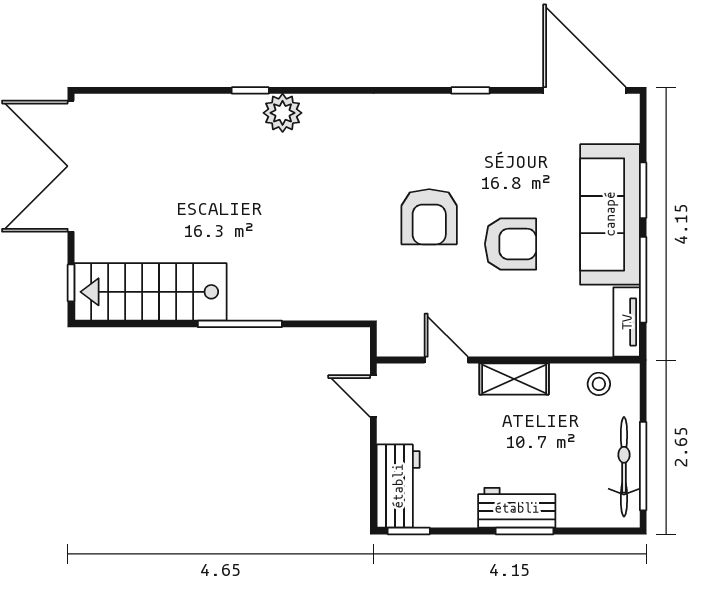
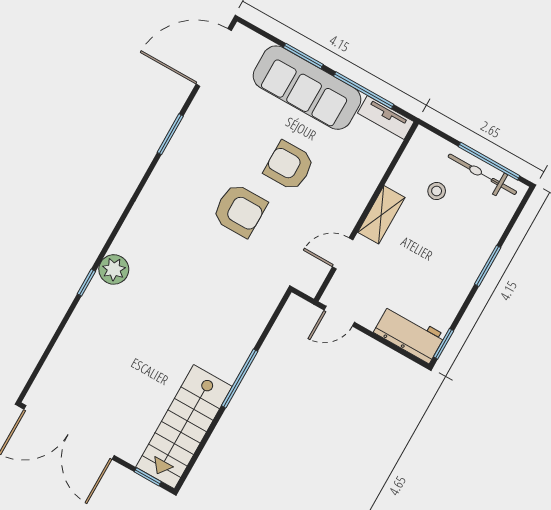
window: (470, 90) -> (170, 134), width x1.50
armchair: (511, 244) -> (289, 166), turned -90
stool: (599, 384) -> (437, 191), moved
workbench: (517, 508) -> (469, 262), removed

